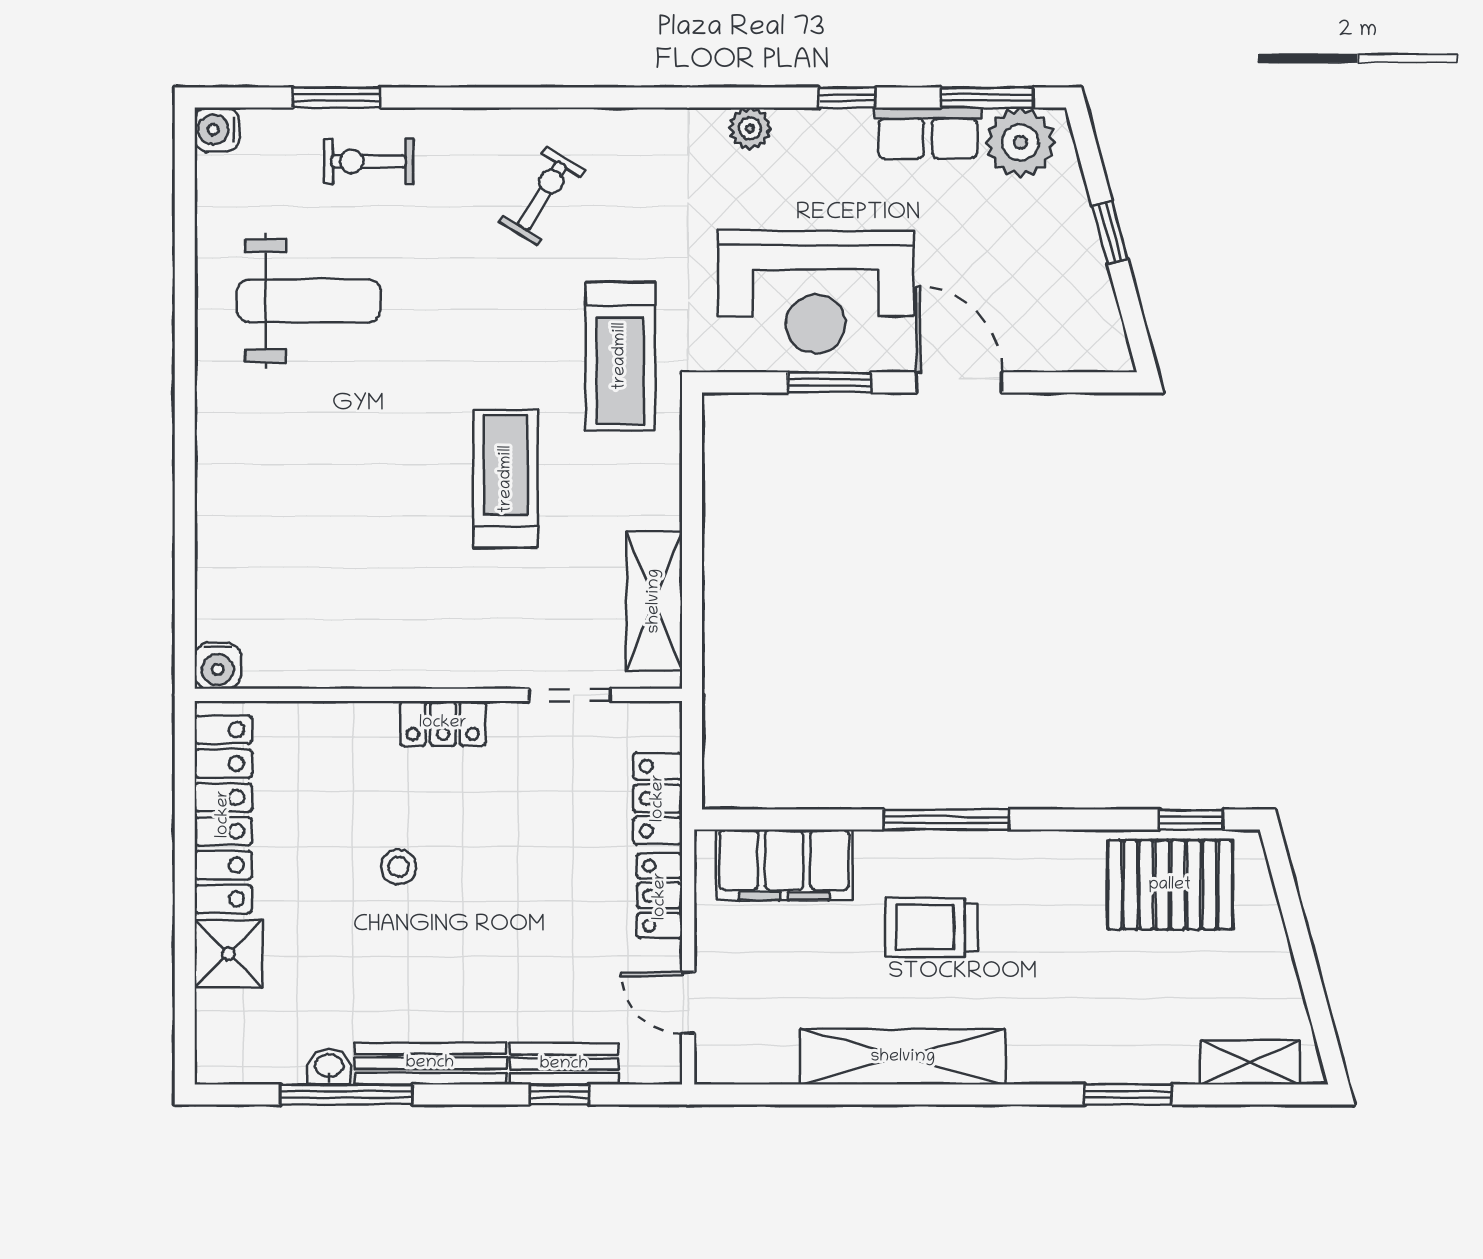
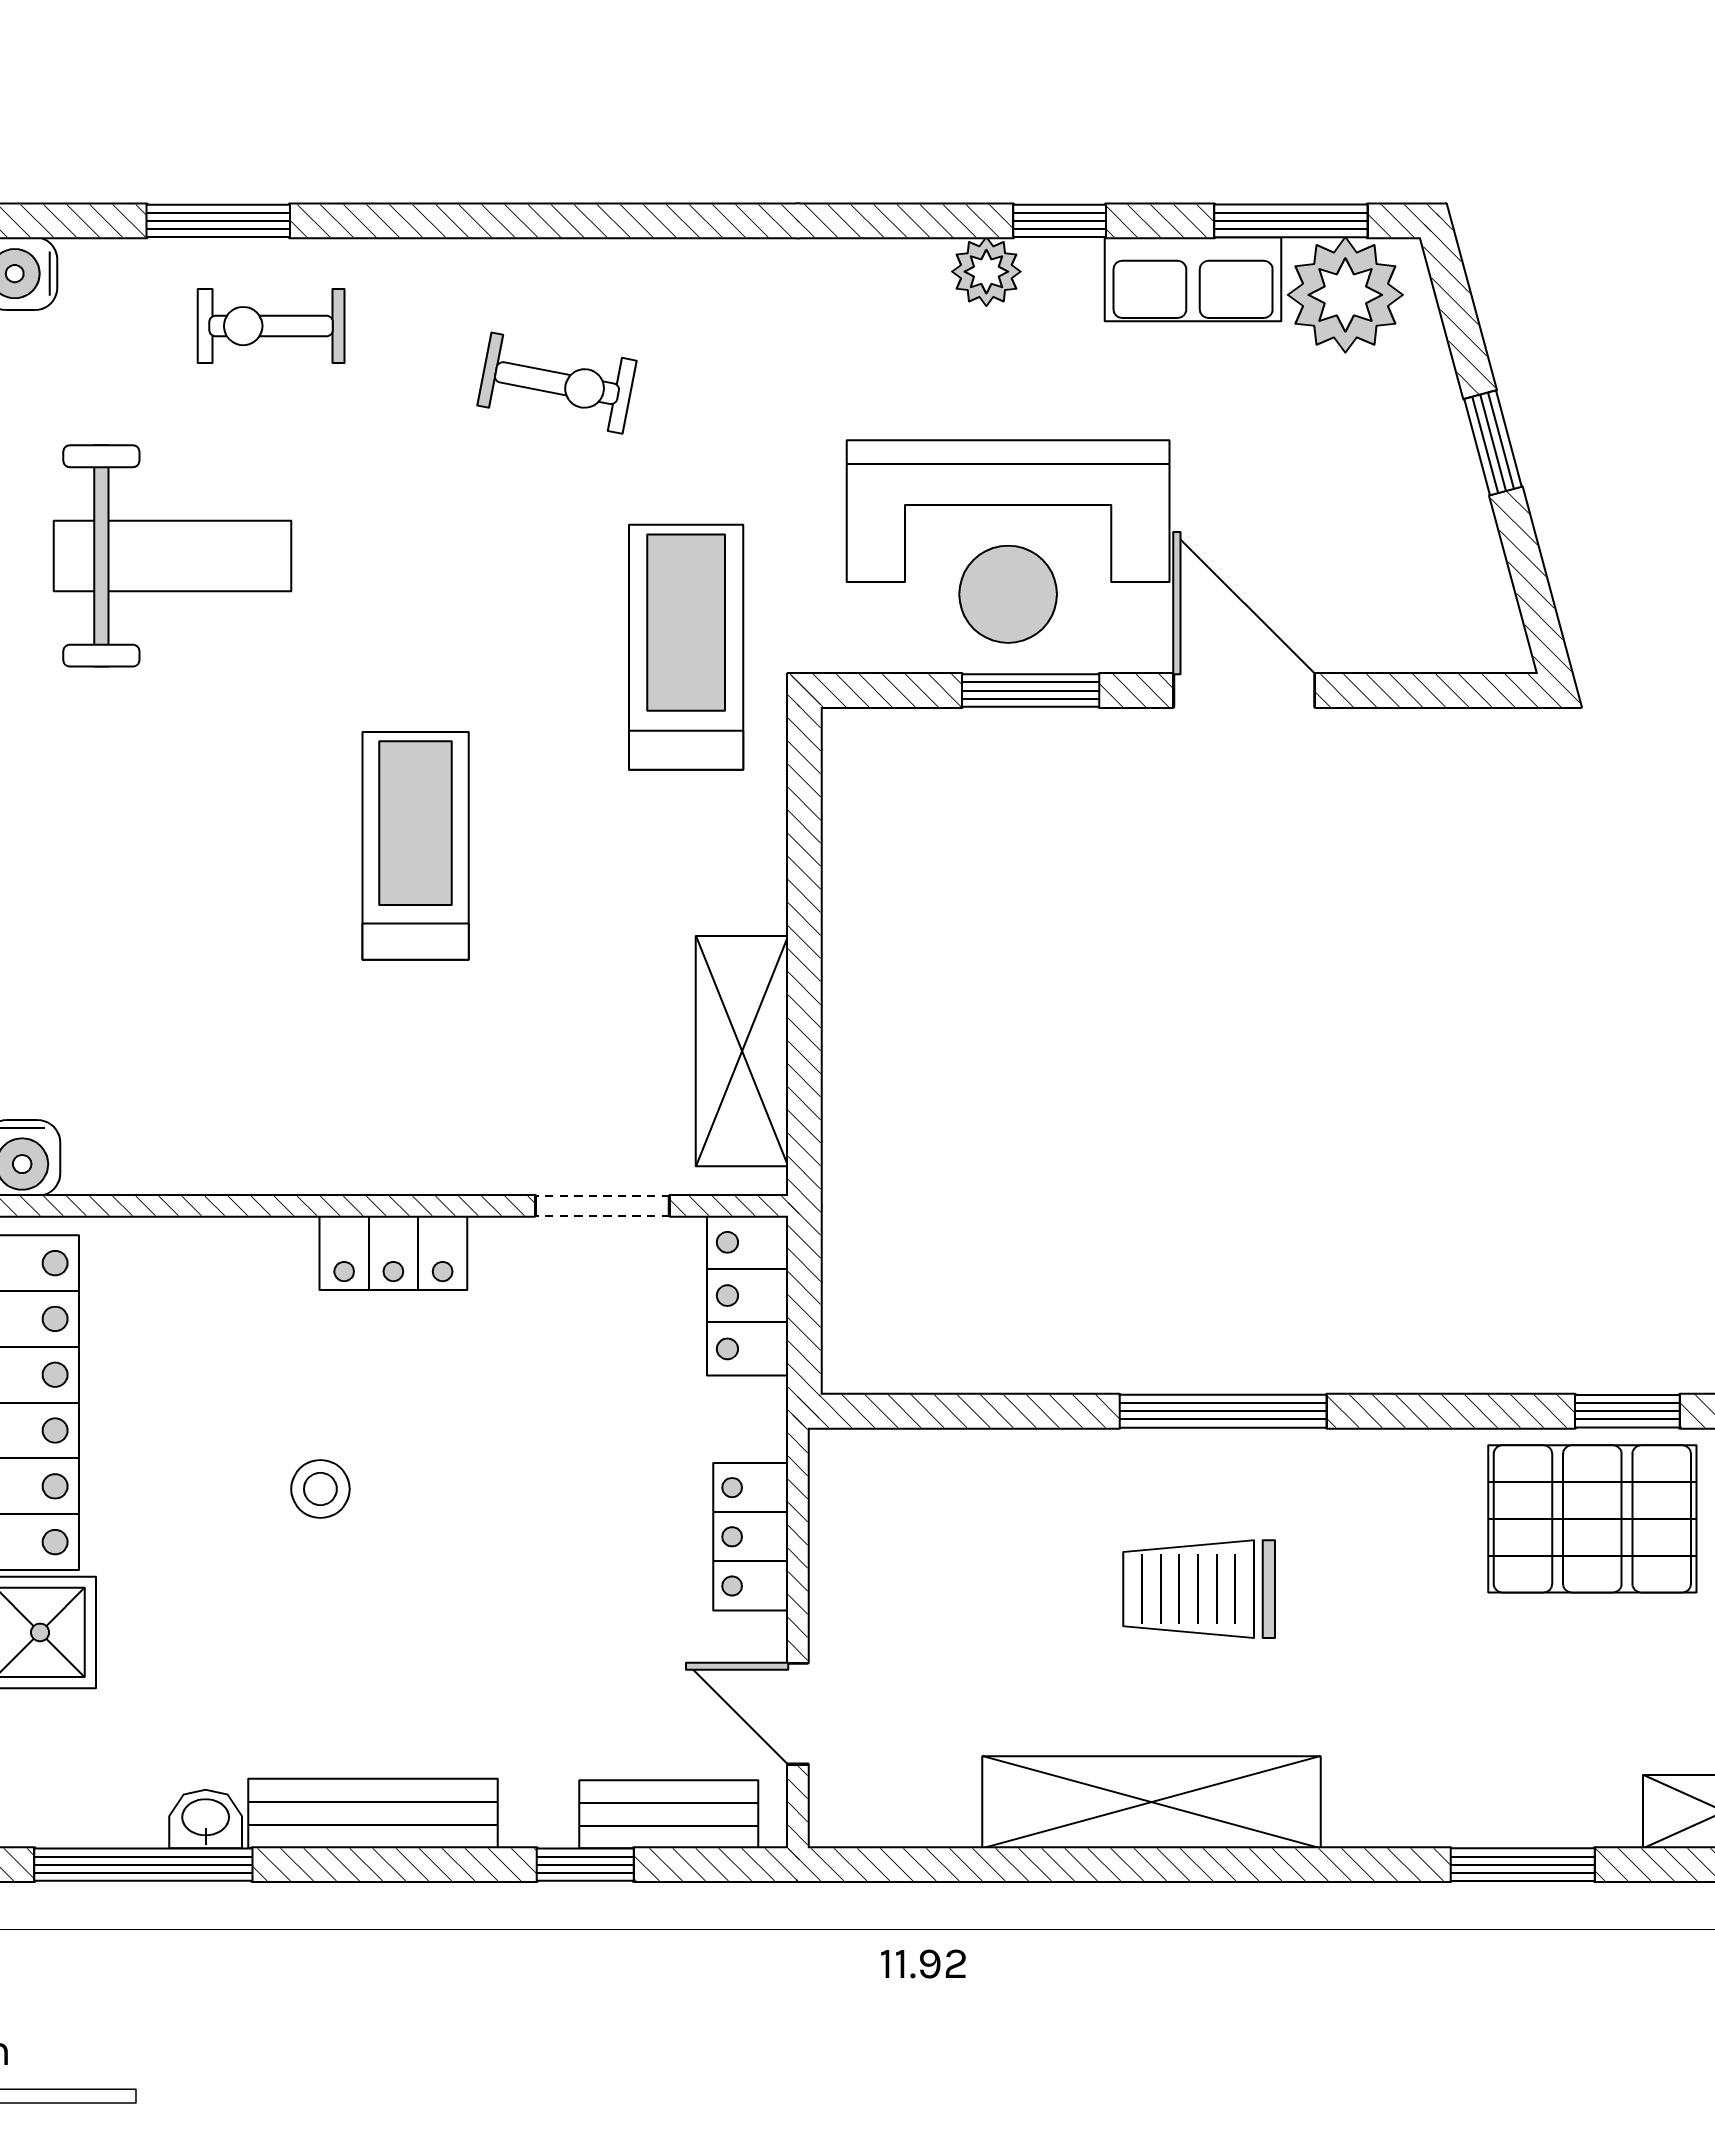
plant: (750, 128) -> (986, 272), moved
exercise bike: (542, 196) -> (557, 383), turned 69
treadmill: (620, 356) -> (686, 647), turned 180
treadmill: (506, 479) -> (416, 846), moved
locker: (658, 798) -> (748, 1296), moved
filing cabinet: (784, 865) -> (956, 1486), removed
bench: (564, 1064) -> (669, 1814), moved
window: (346, 1095) -> (143, 1865), moved

